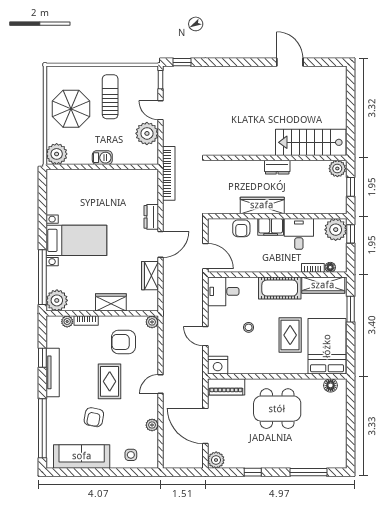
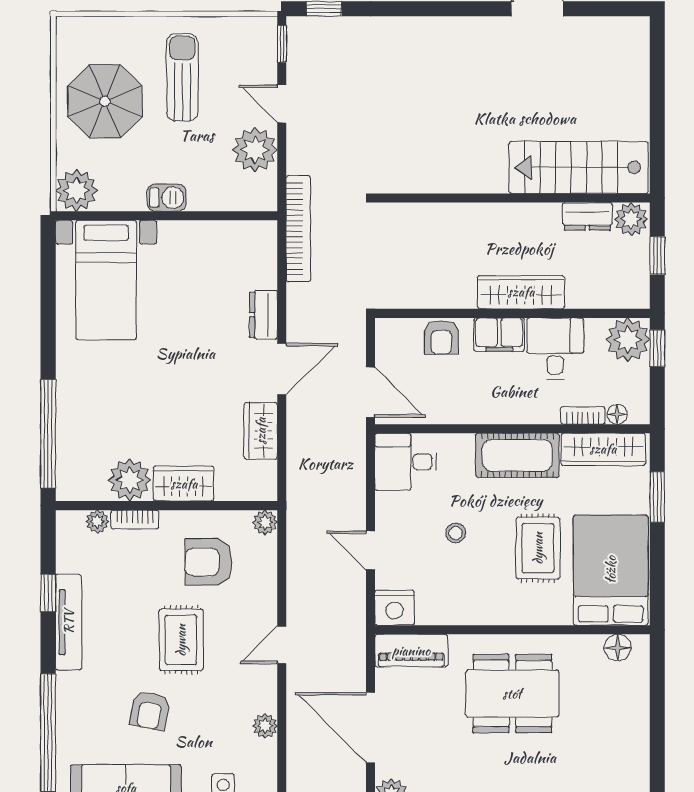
dresser: (277, 167) -> (587, 216), moved
wardrobe: (262, 205) -> (521, 292), moved
bed with nightstands: (76, 240) -> (106, 280), moved, turned 90
plant: (57, 300) -> (130, 480), moved

